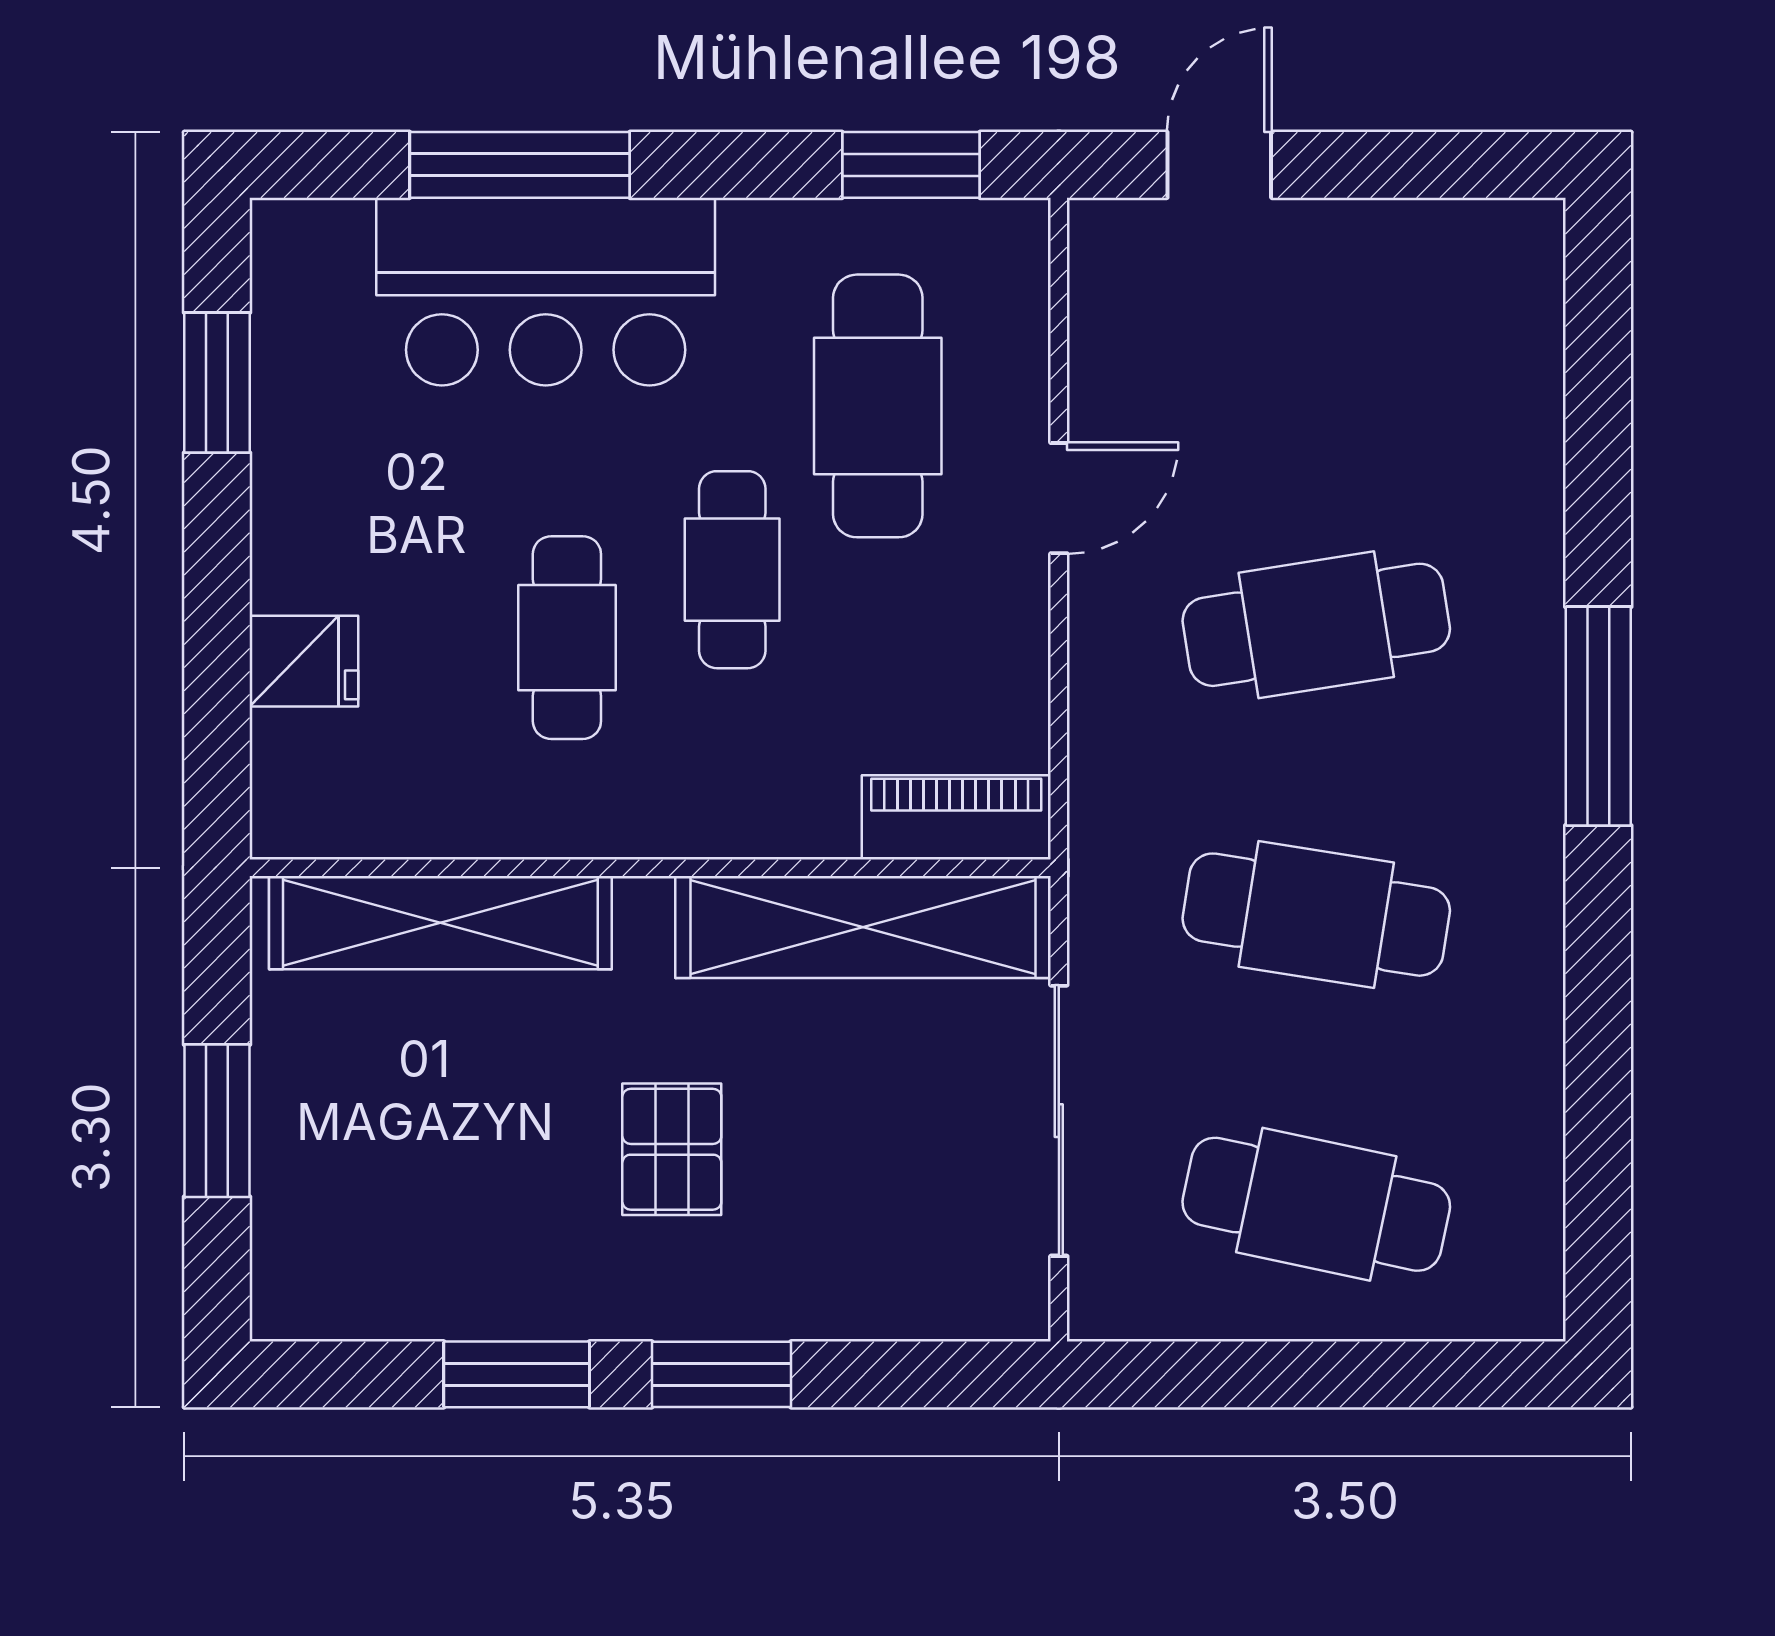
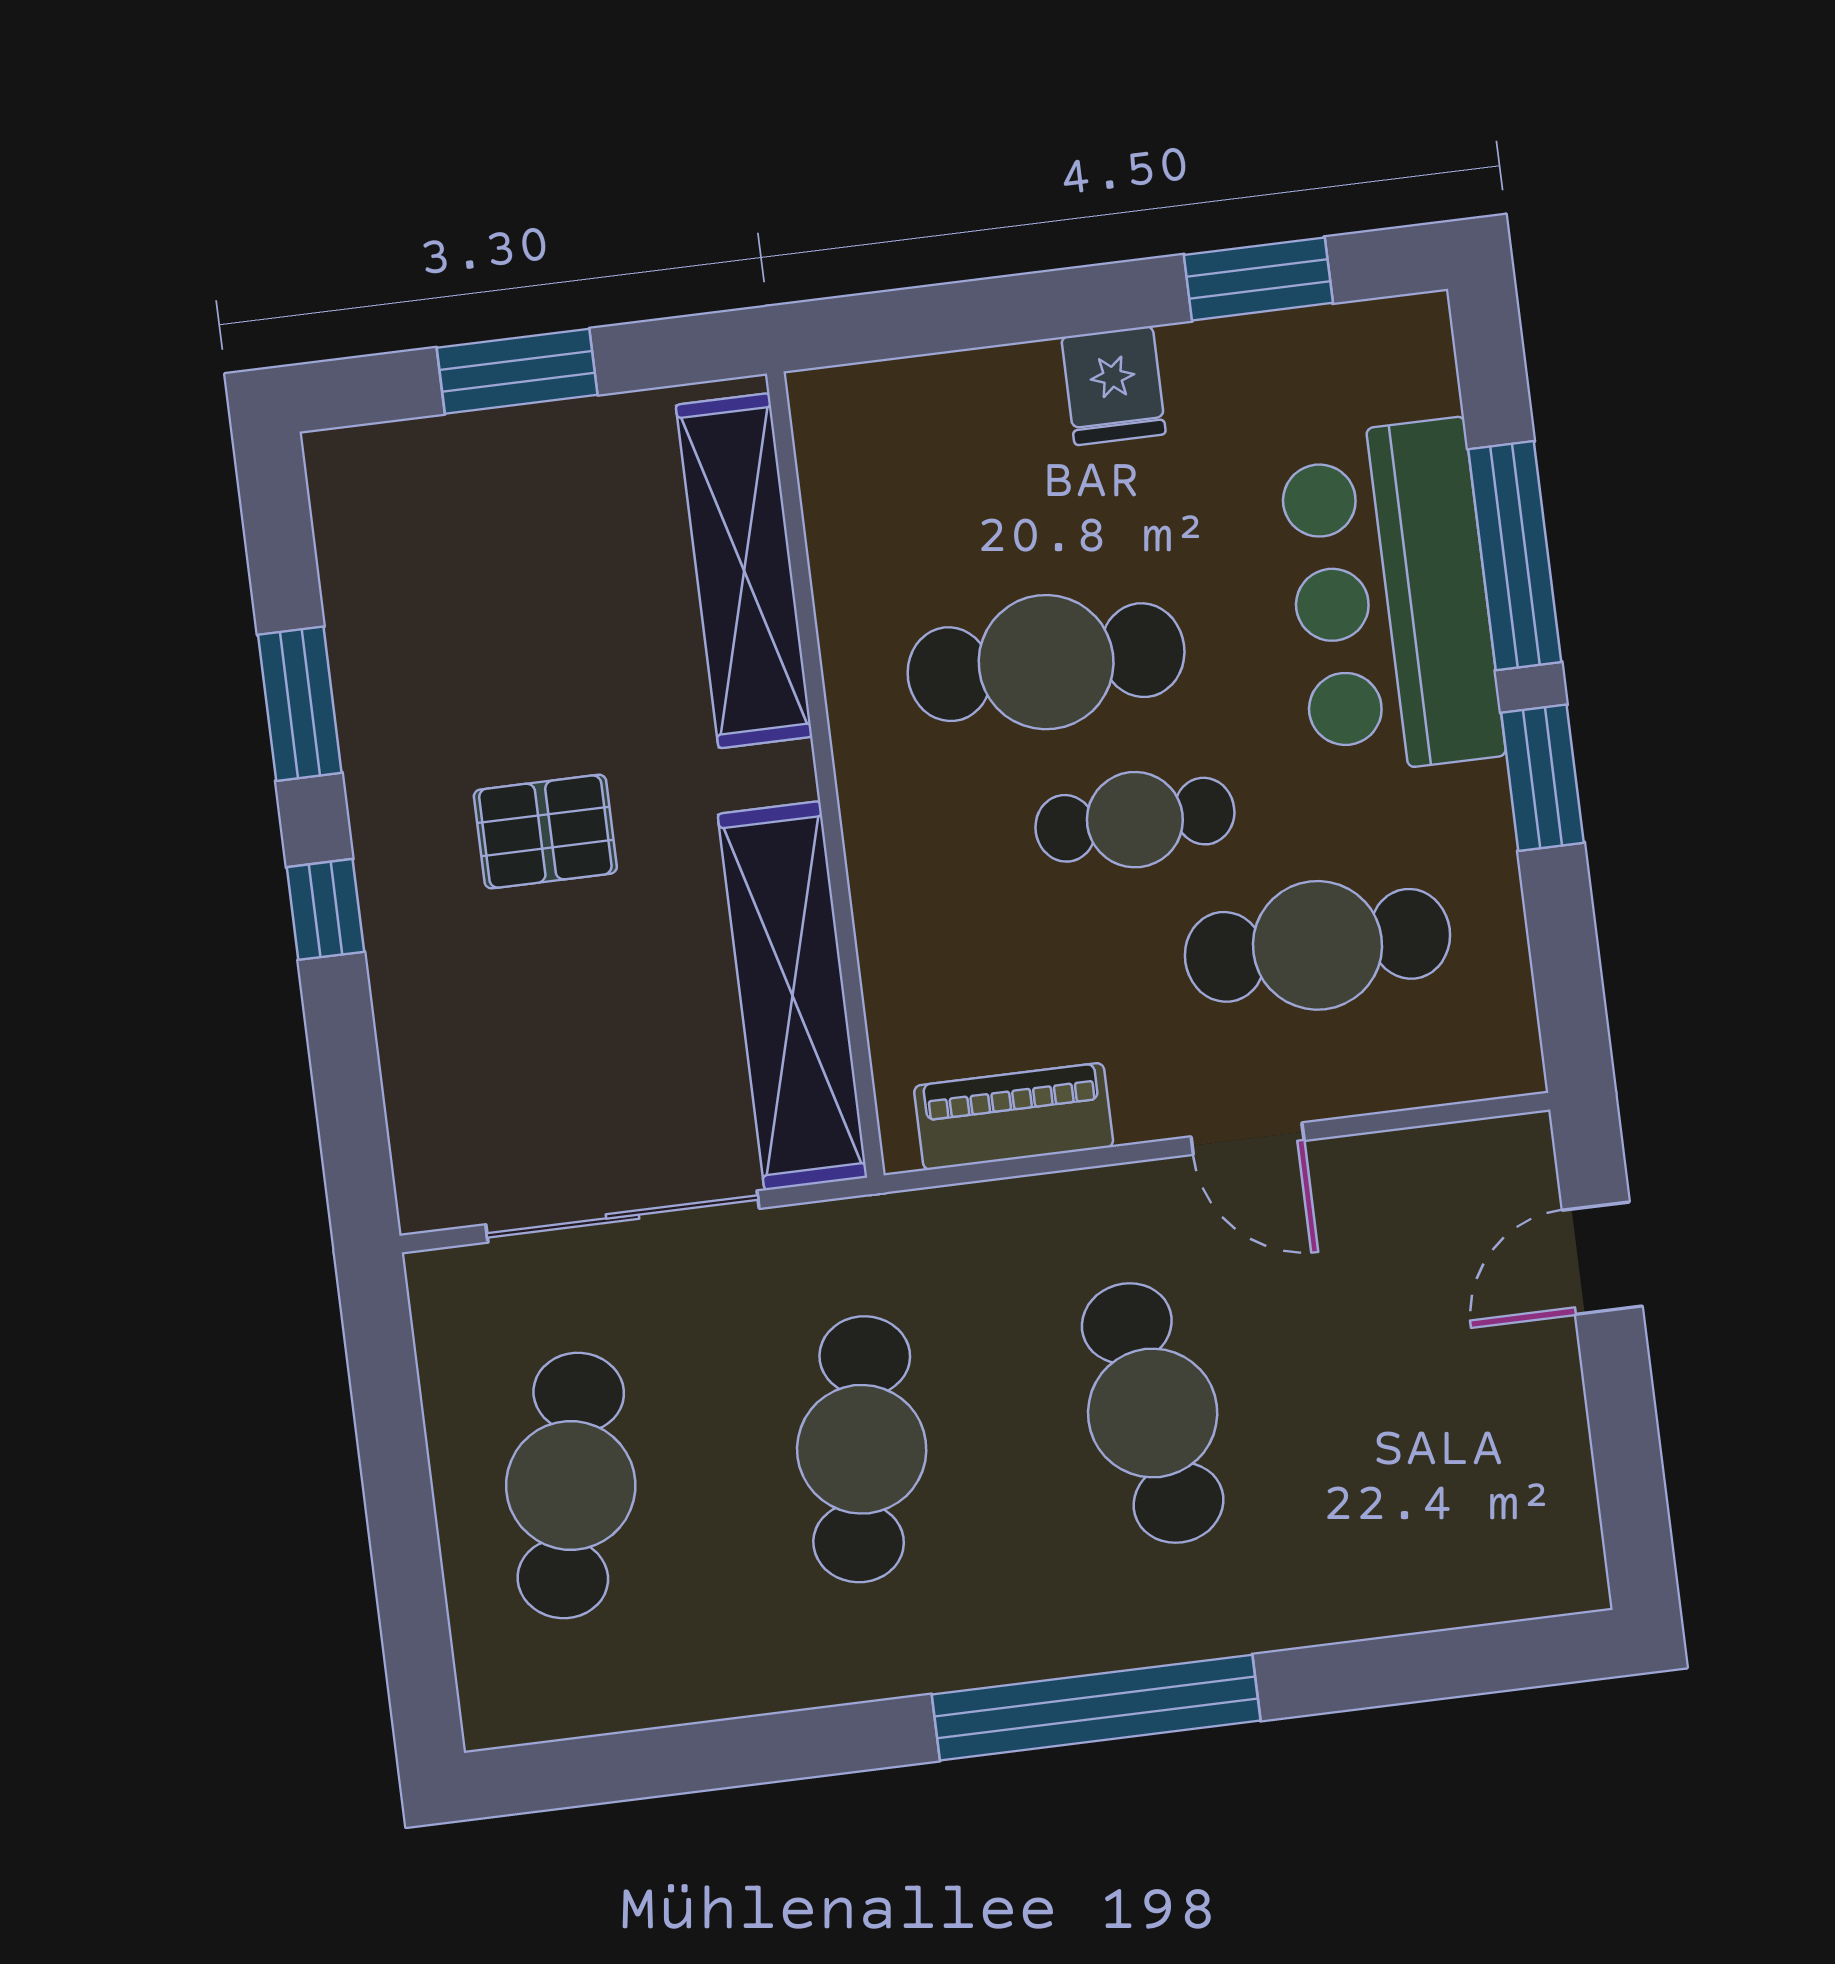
window: (911, 165) -> (1542, 778), moved
door: (1219, 165) -> (1602, 1258), swing flipped
cafe table: (567, 638) -> (1046, 662), width x1.37, depth x1.35
fridge: (304, 661) -> (1114, 386), moved
window: (1598, 716) -> (1096, 1708), width x1.46
piano: (956, 817) -> (1014, 1116), moved, turned -90
window: (721, 1374) -> (325, 909), width x0.67

